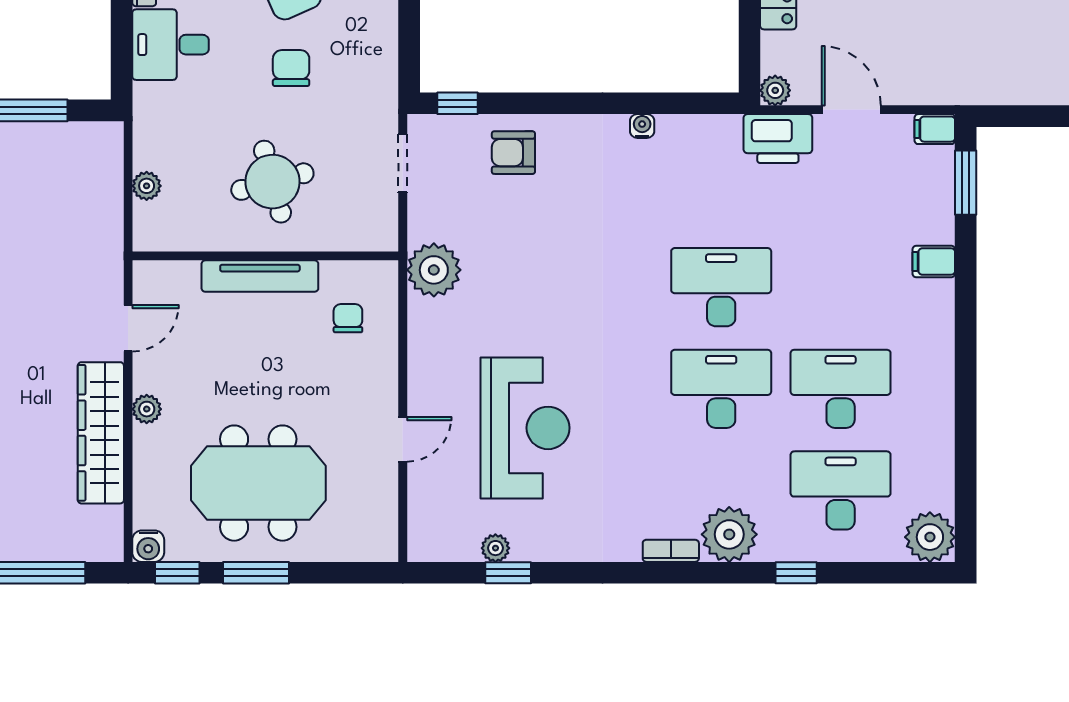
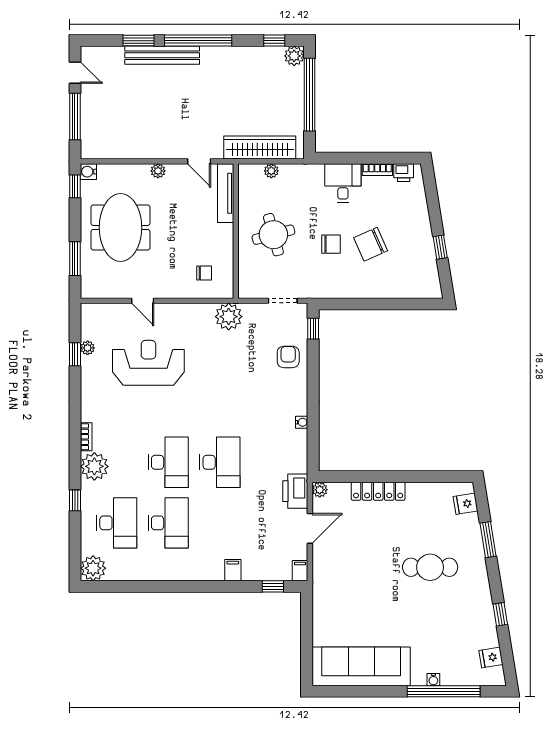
window: (966, 183) -> (273, 586), width x0.67
tv unit: (260, 276) -> (226, 193), moved
reception desk: (525, 428) -> (148, 363), turned 180
wardrobe: (101, 433) -> (260, 148), moved
window: (256, 573) -> (75, 259), moved

